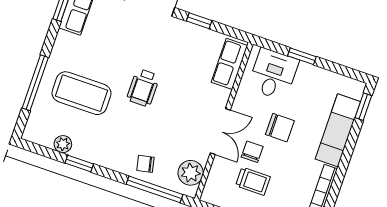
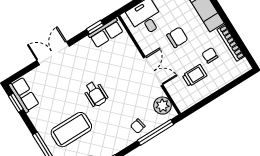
window: (199, 21) -> (95, 27), moved
row of seats: (229, 64) -> (106, 33), moved, turned -90
chair: (252, 152) -> (210, 55), moved

